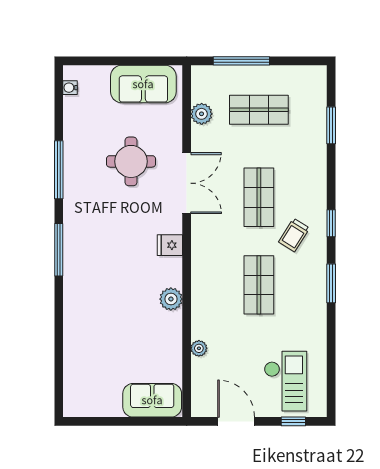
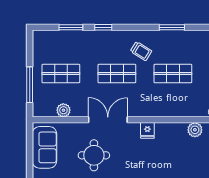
shop shelf: (259, 110) -> (61, 74), turned 90
window: (331, 223) -> (103, 27), moved
plant: (171, 299) -> (195, 130), moved

